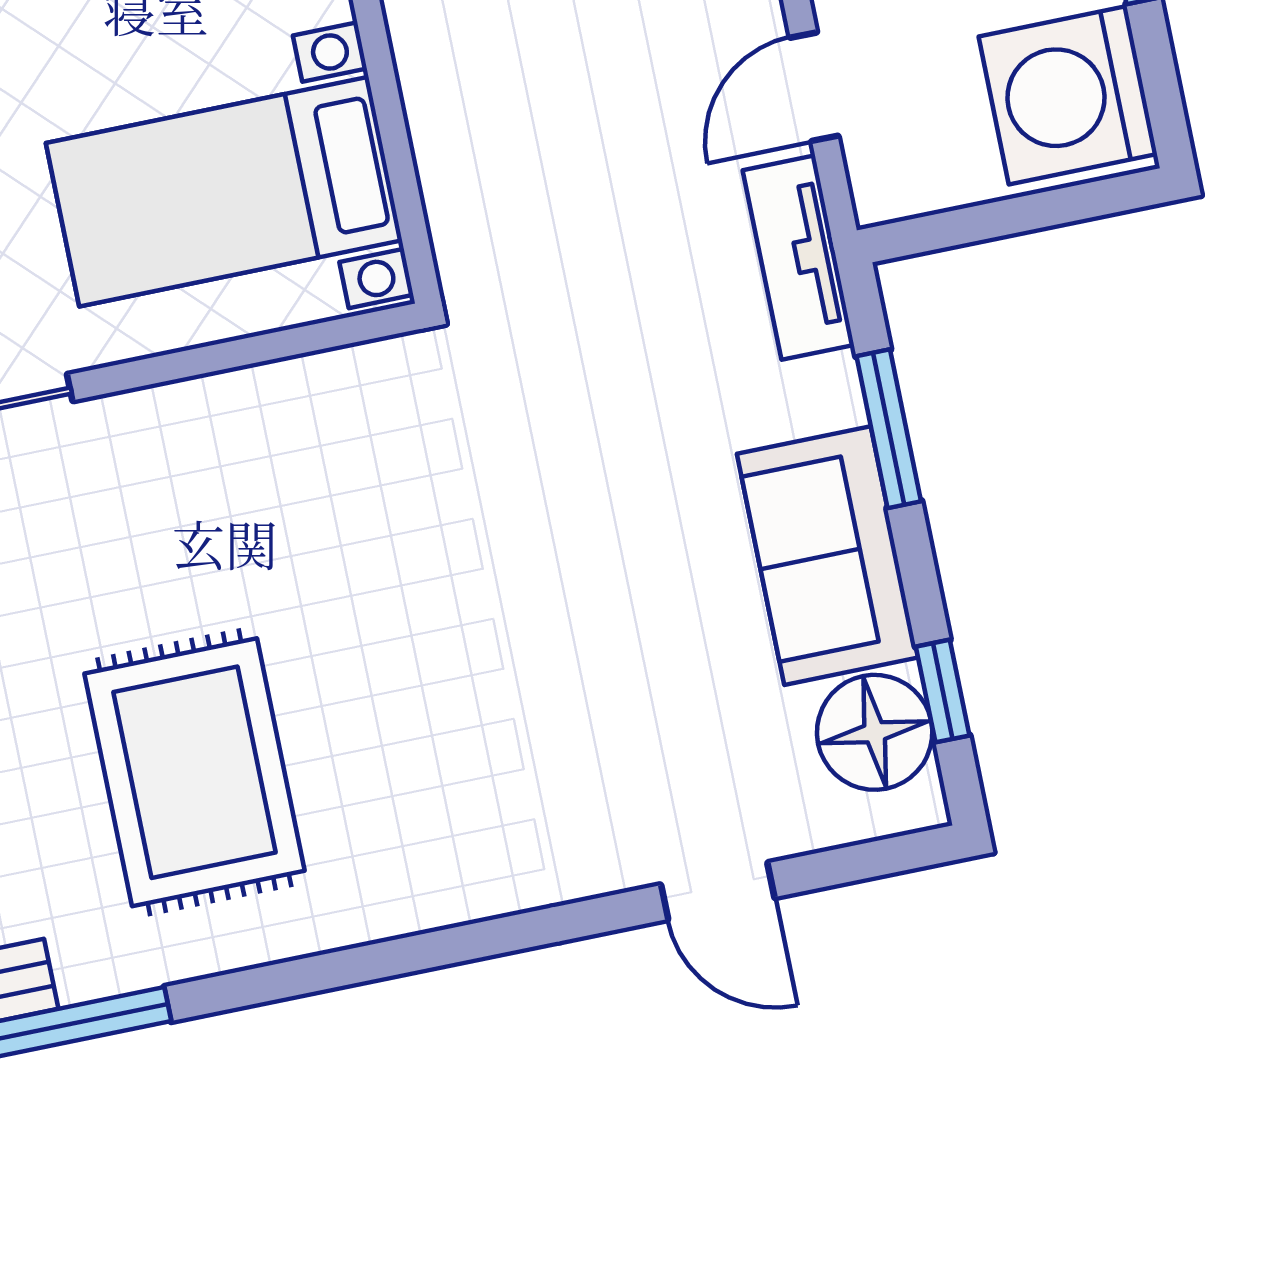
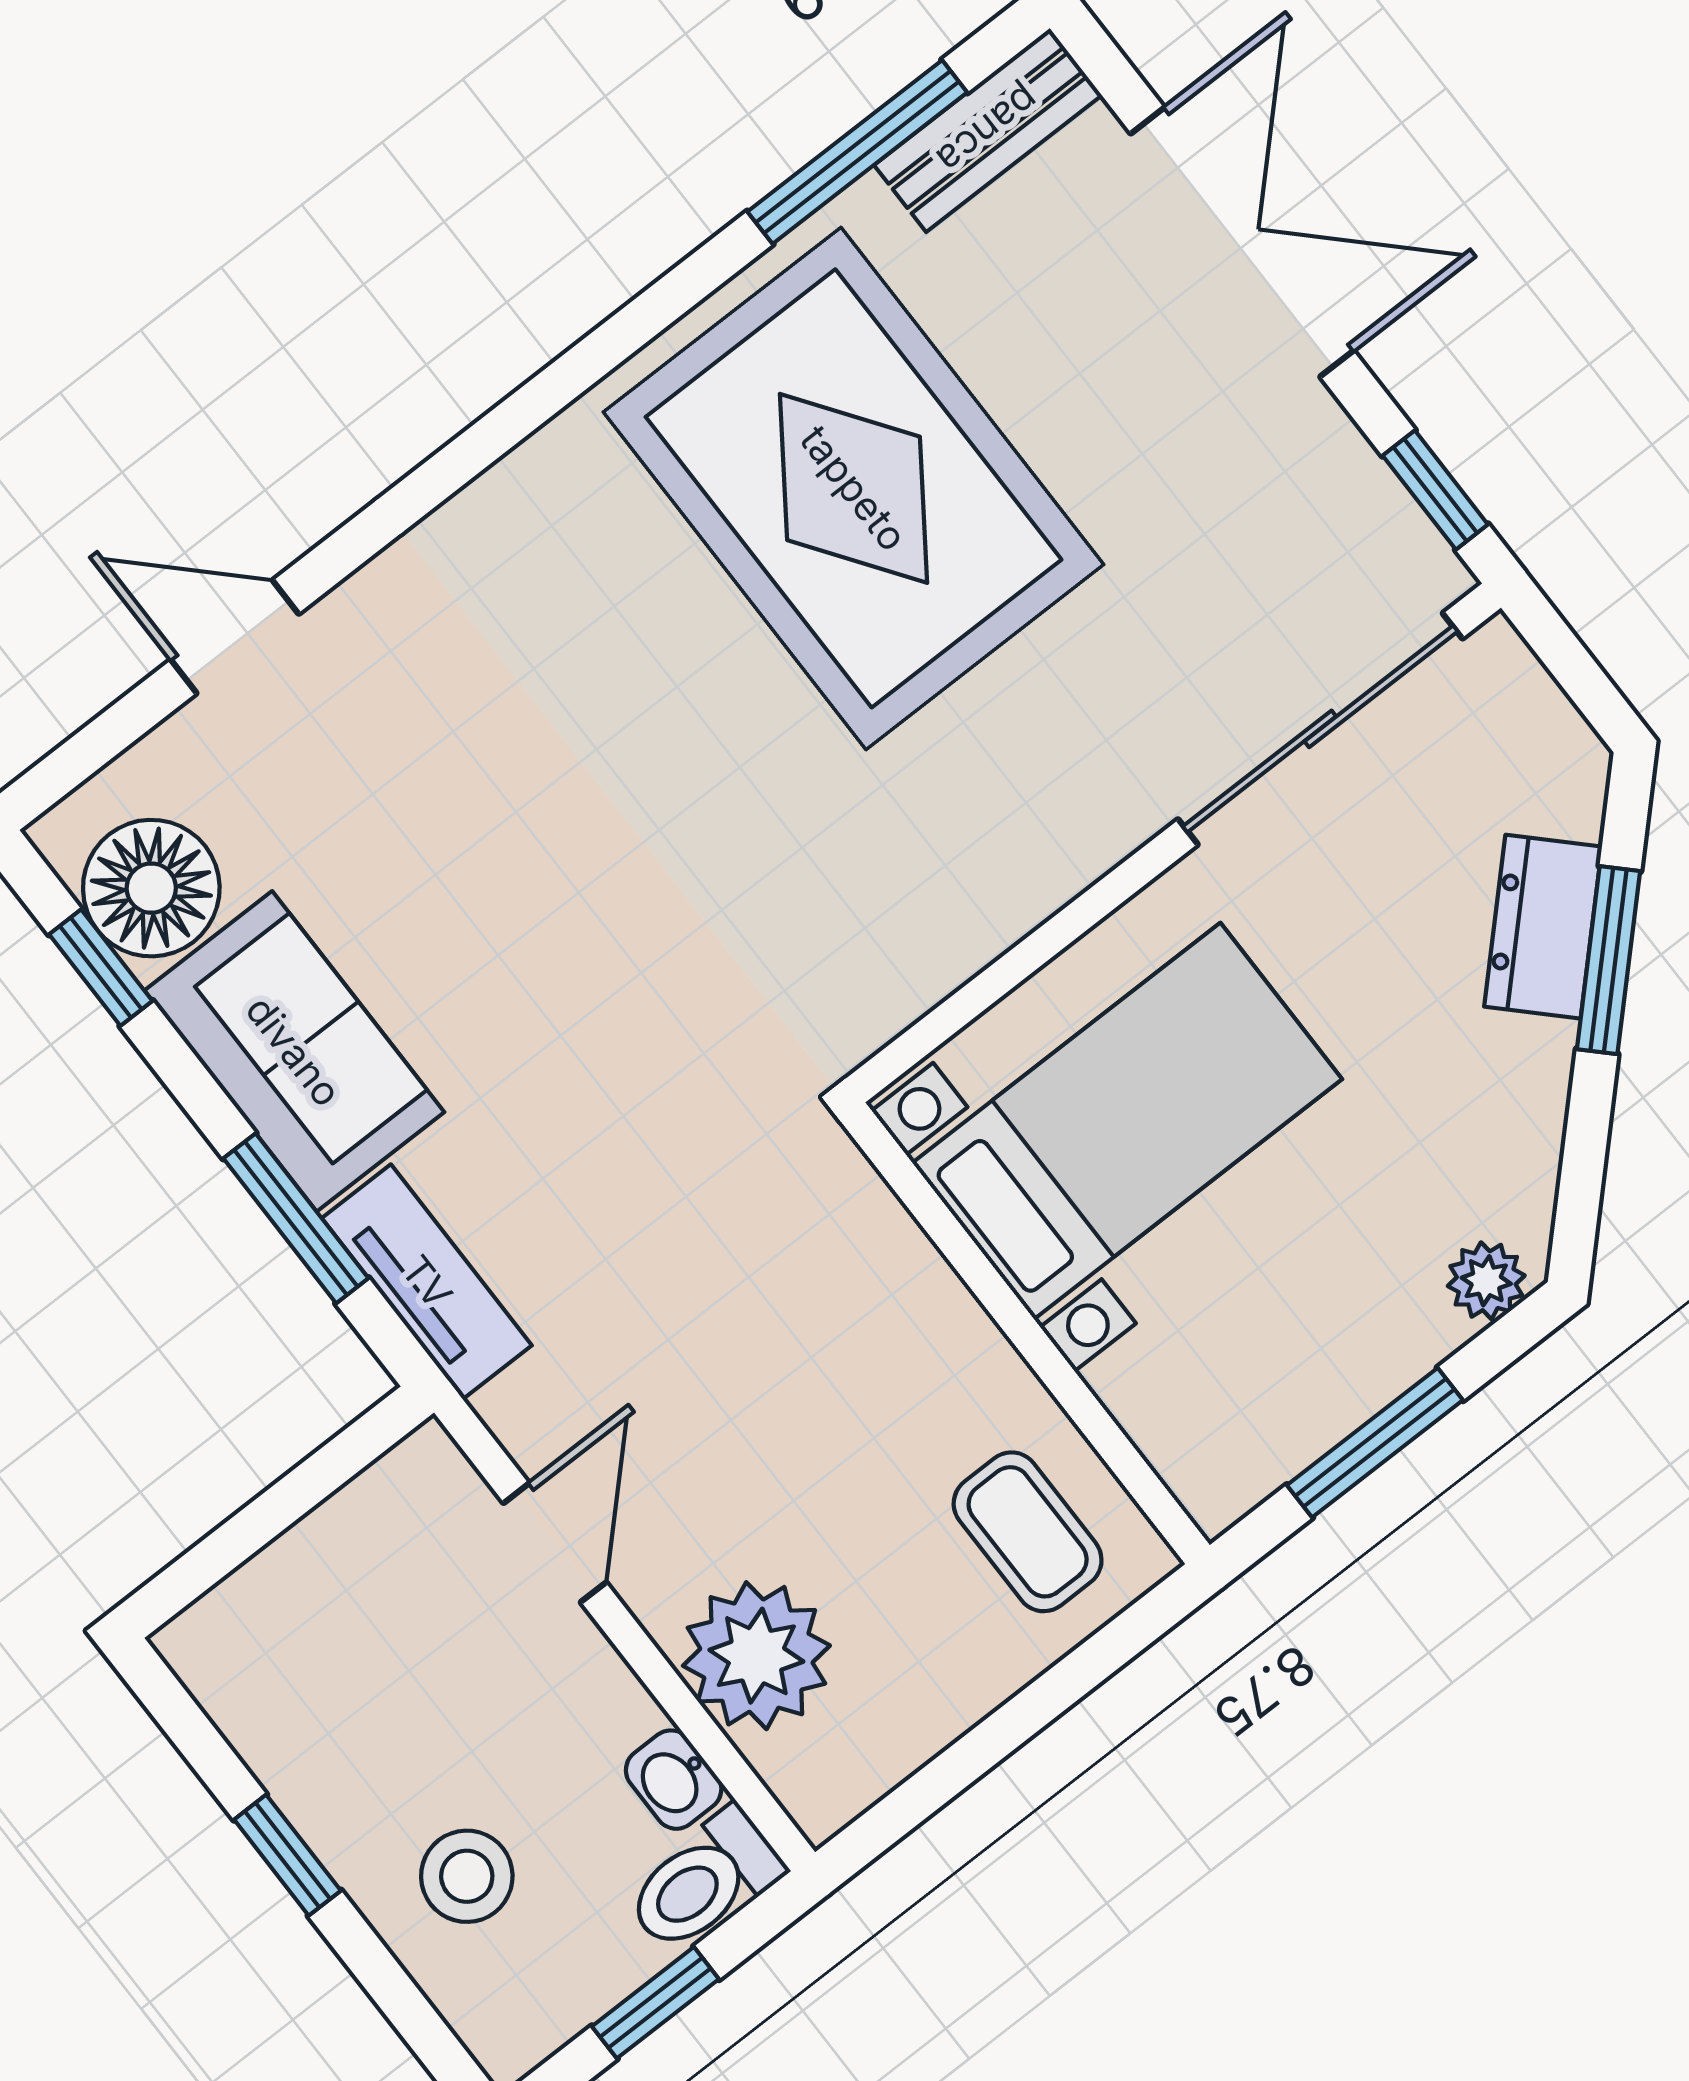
washing machine: (1068, 95) -> (281, 1667), removed
tv unit: (798, 258) -> (427, 1282), moved
rug: (194, 772) -> (854, 488), width x1.37, depth x1.44

